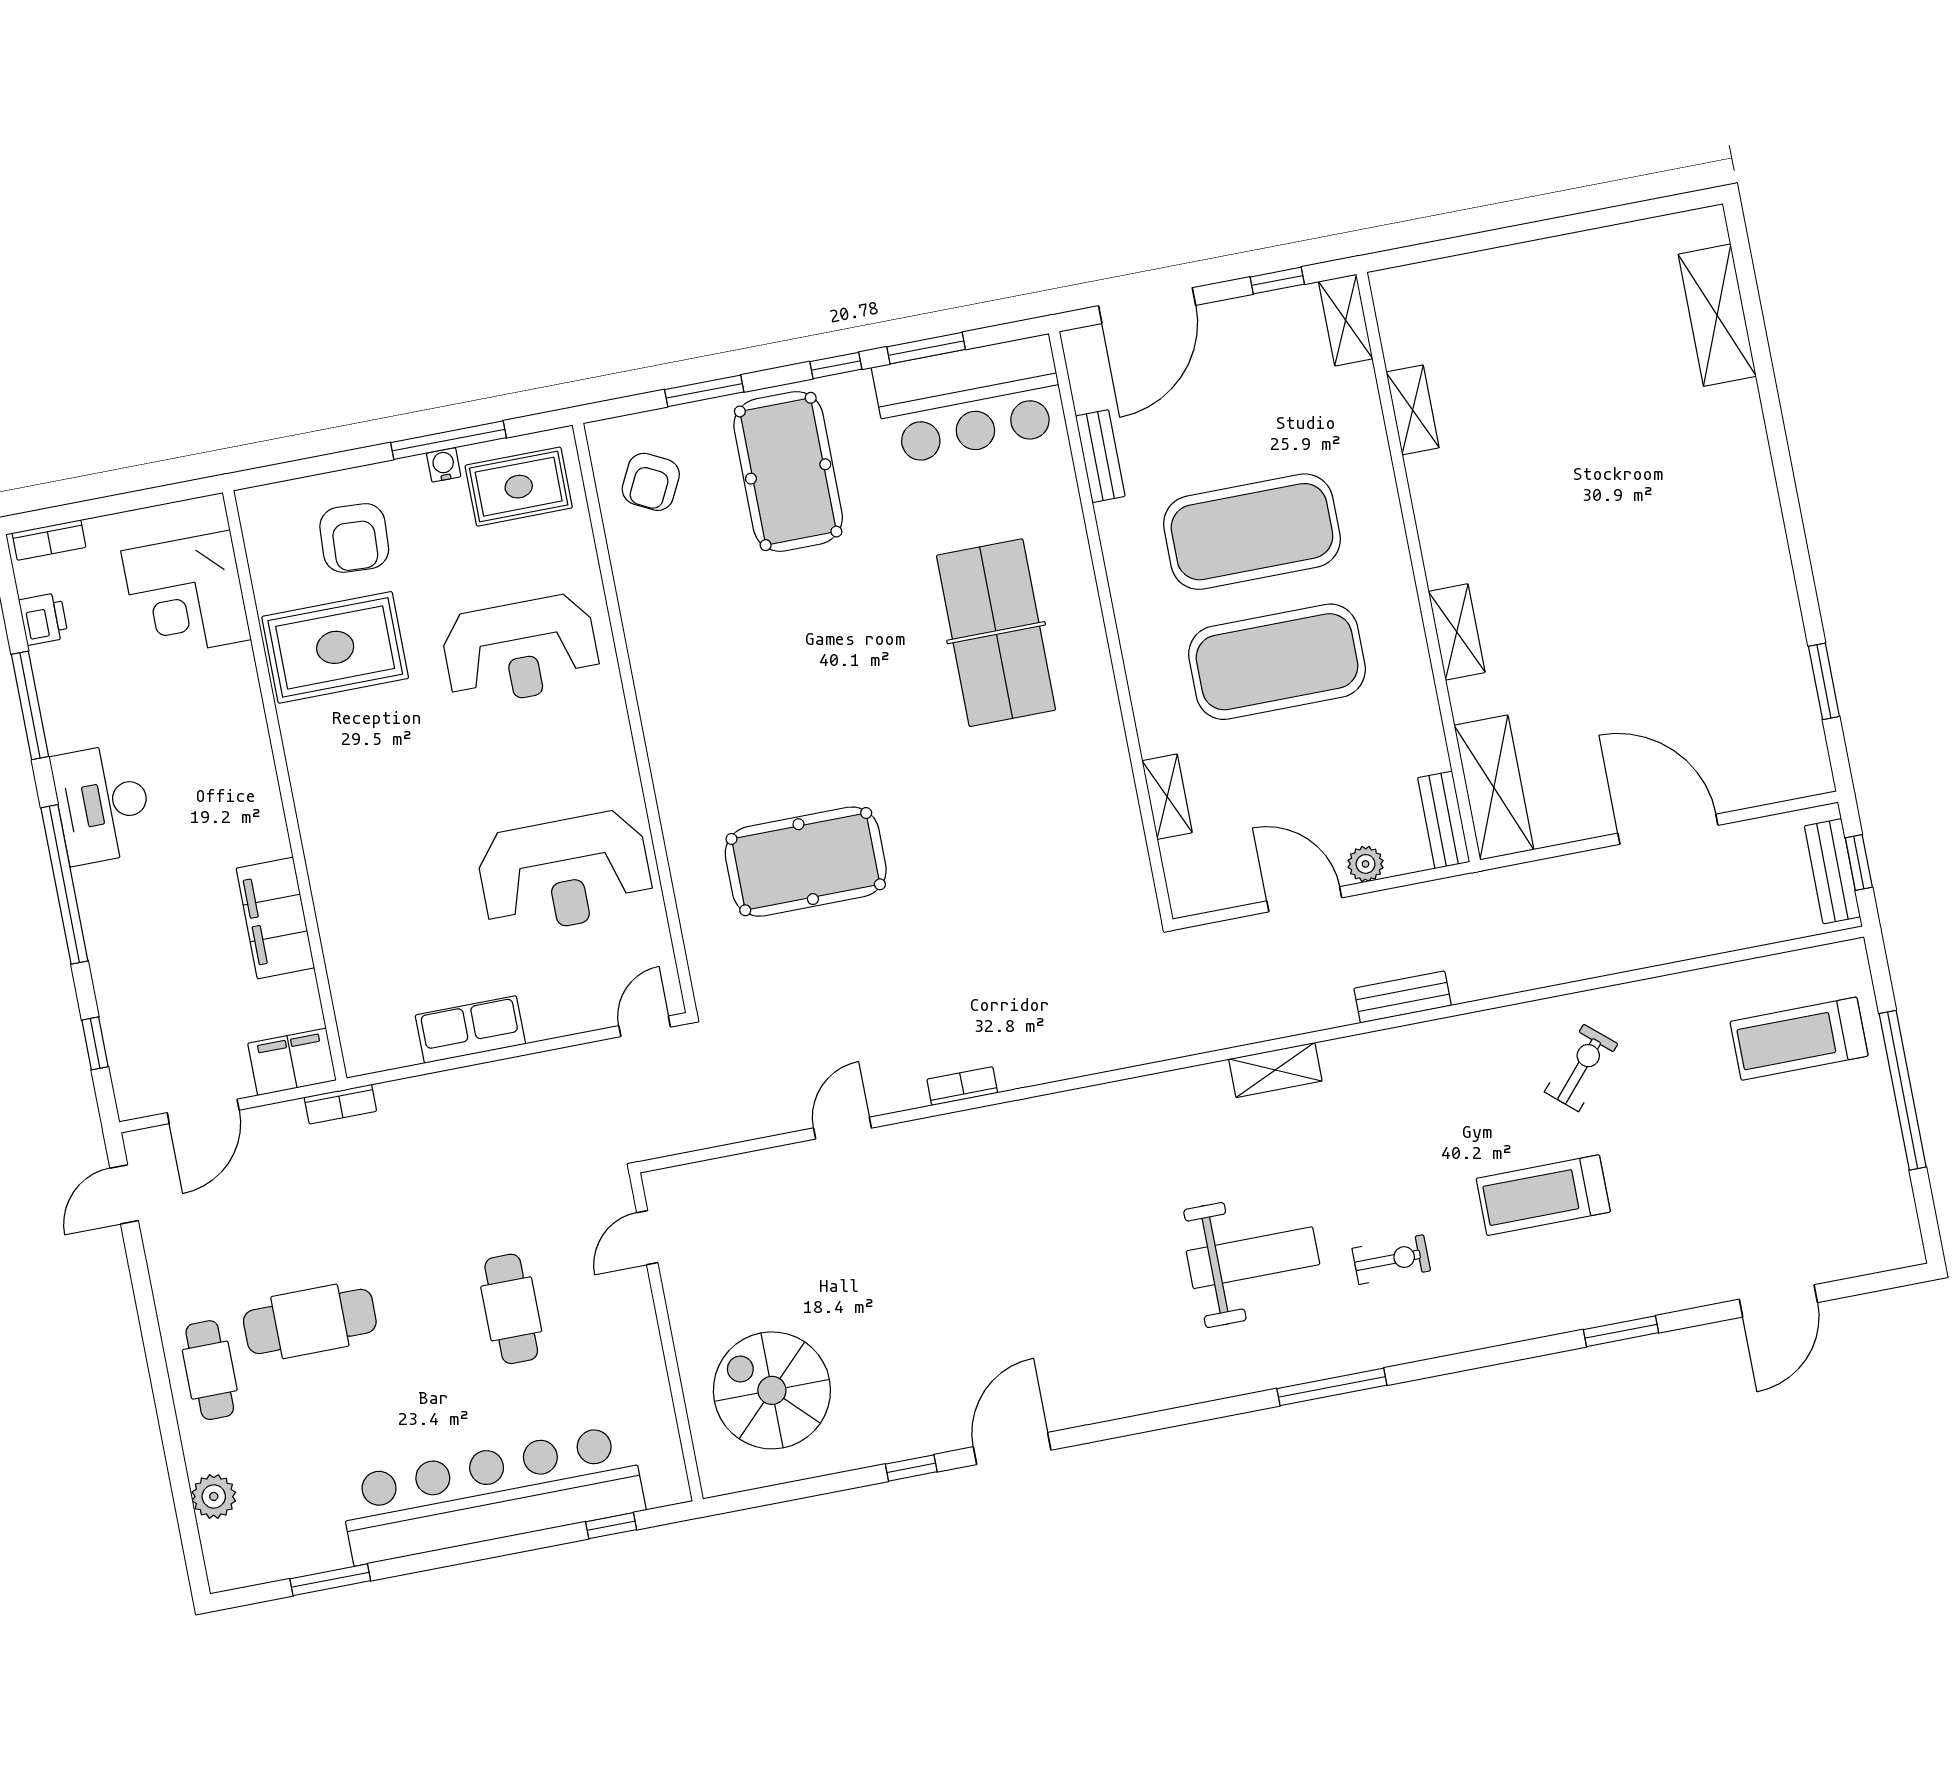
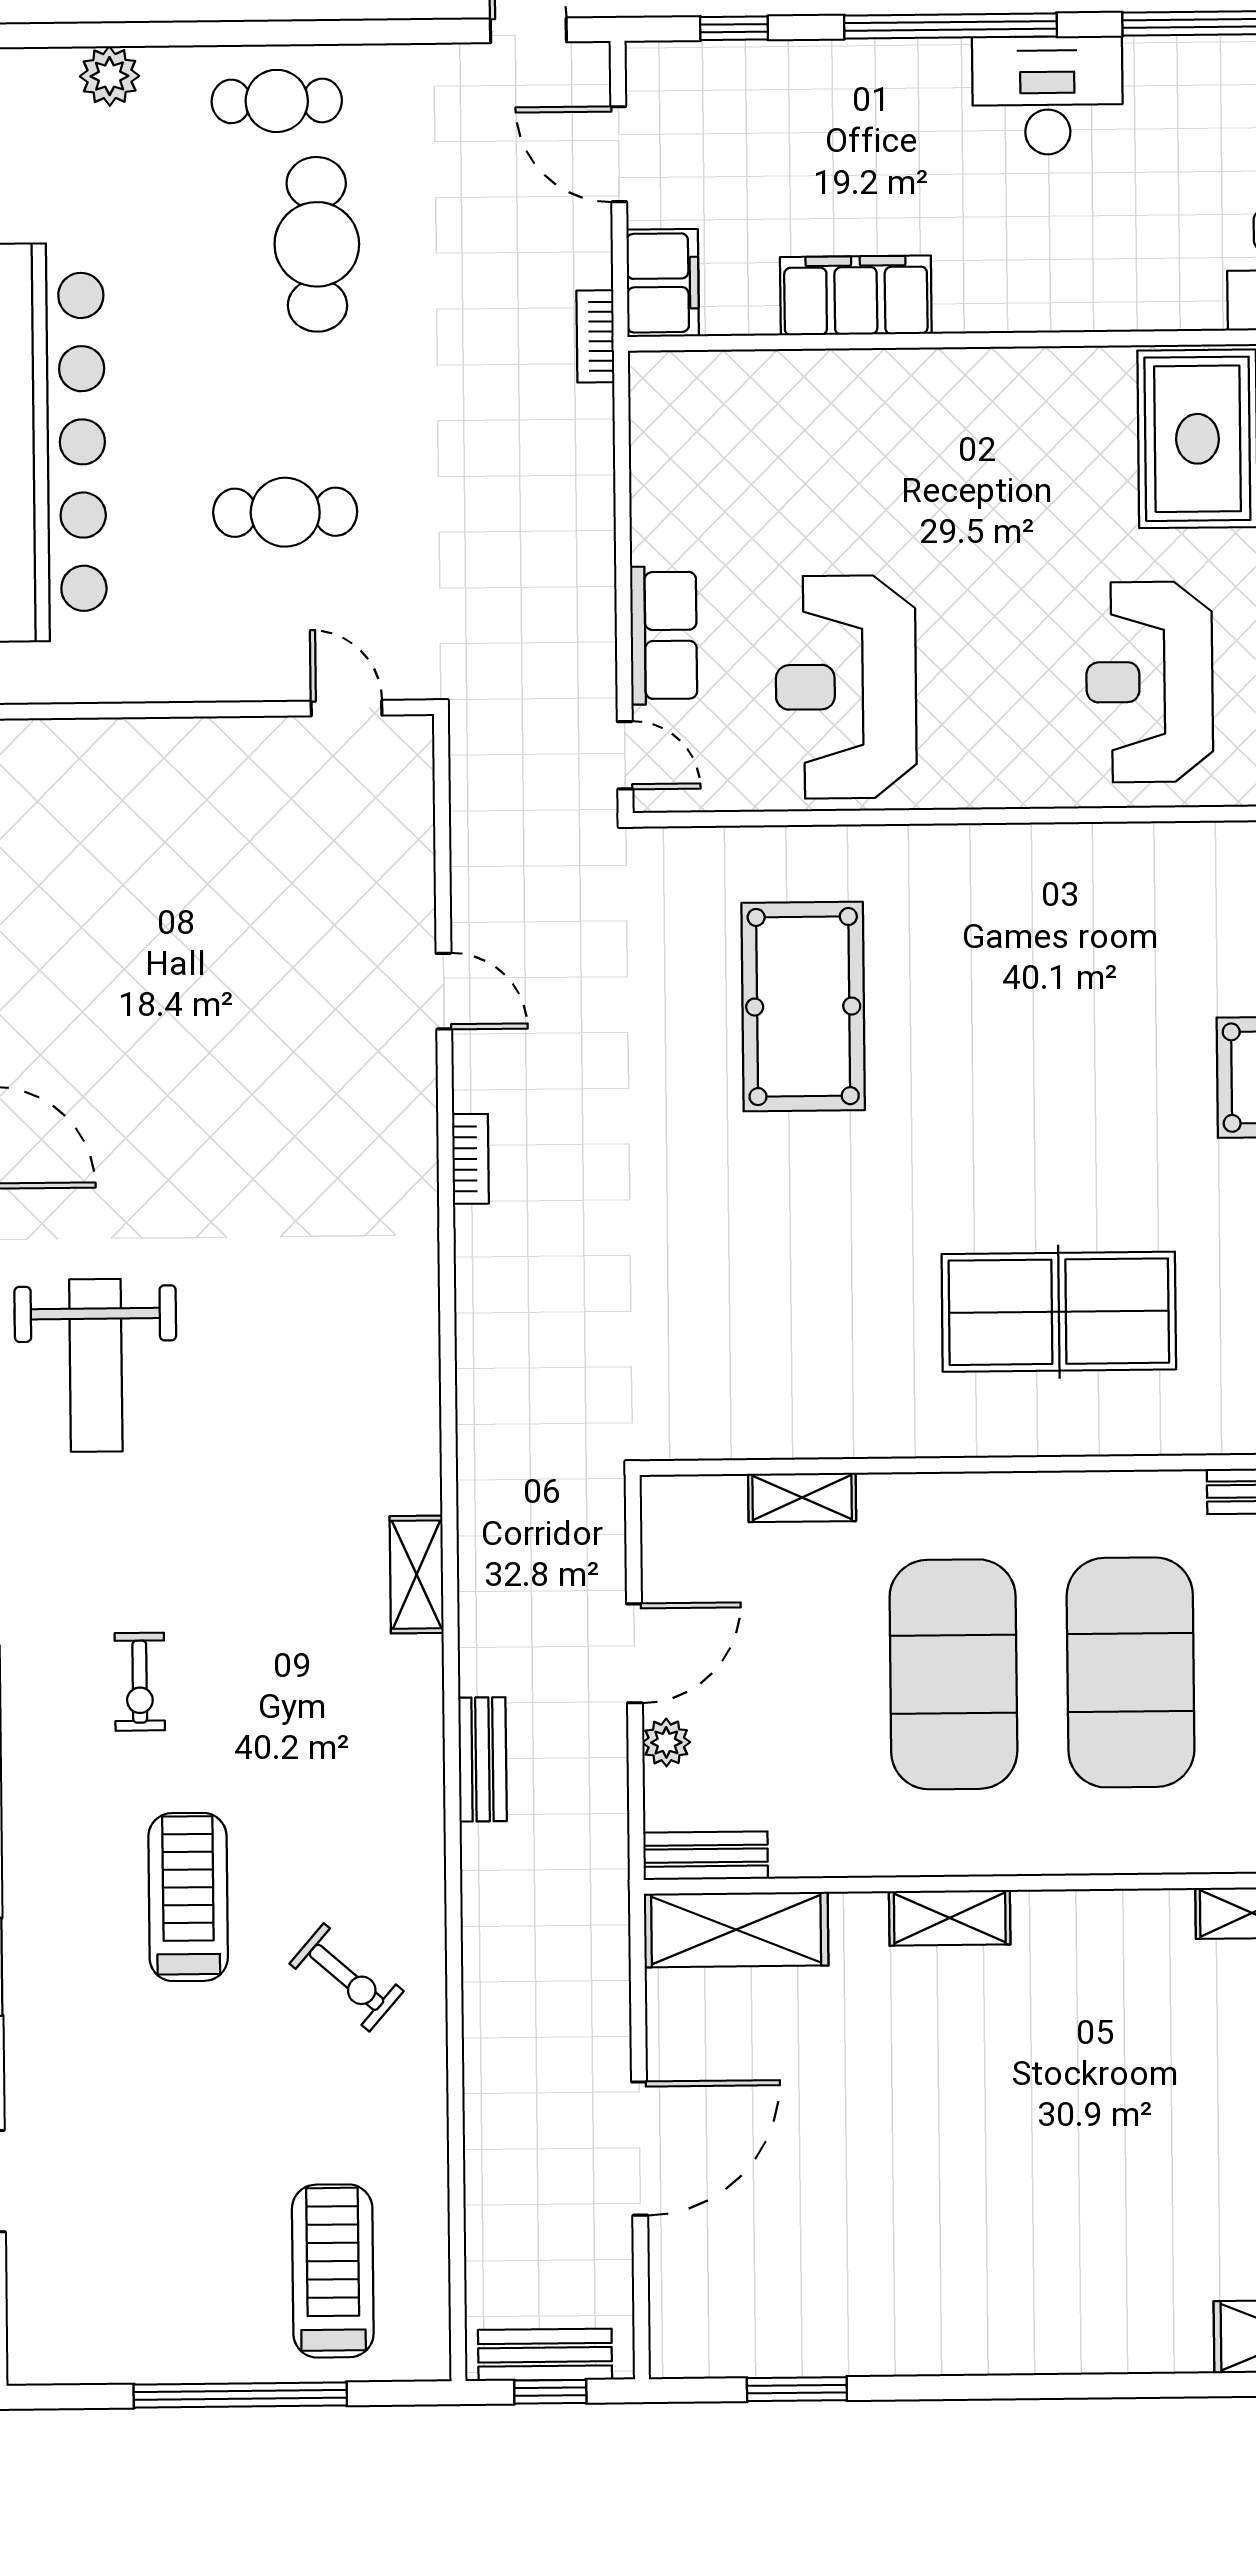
row of seats: (470, 1030) -> (664, 635), moved
weight bench: (1253, 1258) -> (96, 1365), moved
spiral stairs: (772, 1390) -> (116, 836), removed

